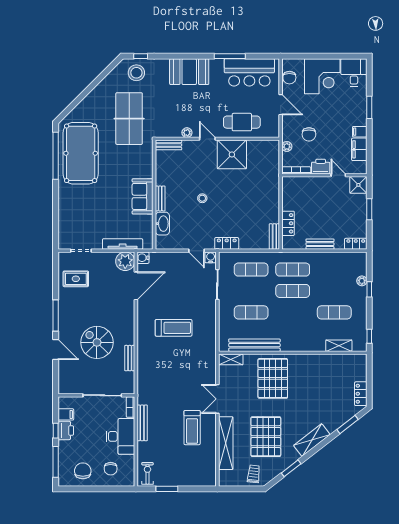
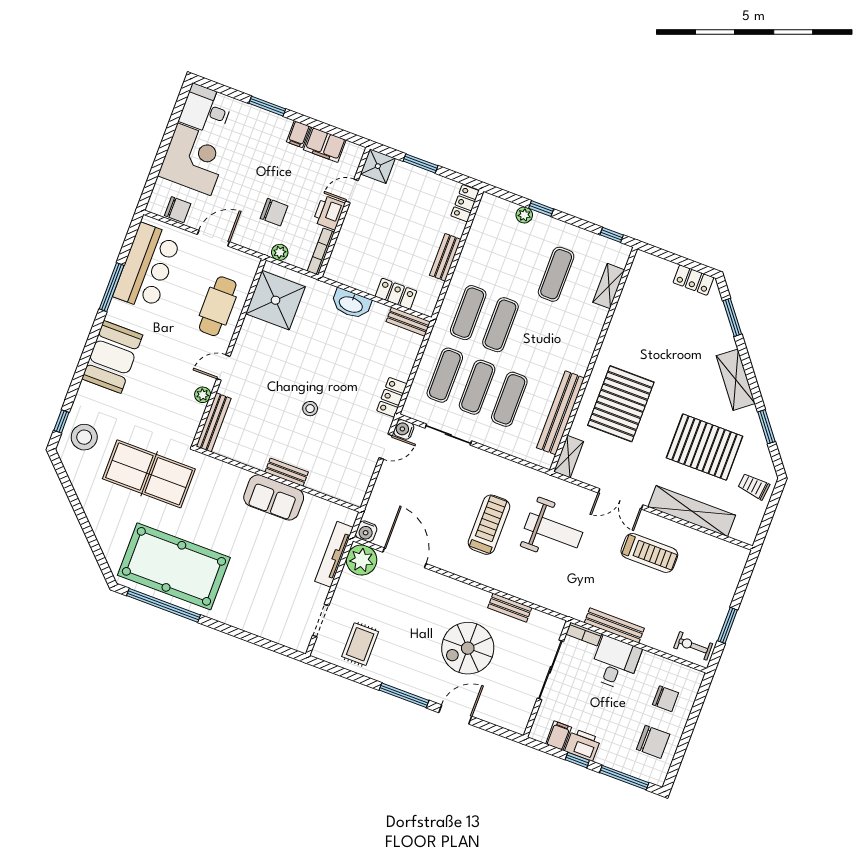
bench: (168, 145) -> (214, 422), width x1.36
shower: (232, 154) -> (276, 300), moved
washbasin: (162, 224) -> (351, 304), moved, turned 180
exercise mat: (251, 291) -> (477, 387), added
weight bench: (184, 367) -> (553, 530), added
pallet: (273, 378) -> (621, 404), turned 90
desk: (121, 436) -> (615, 663), width x0.73
chair: (83, 471) -> (653, 742), turned 180

